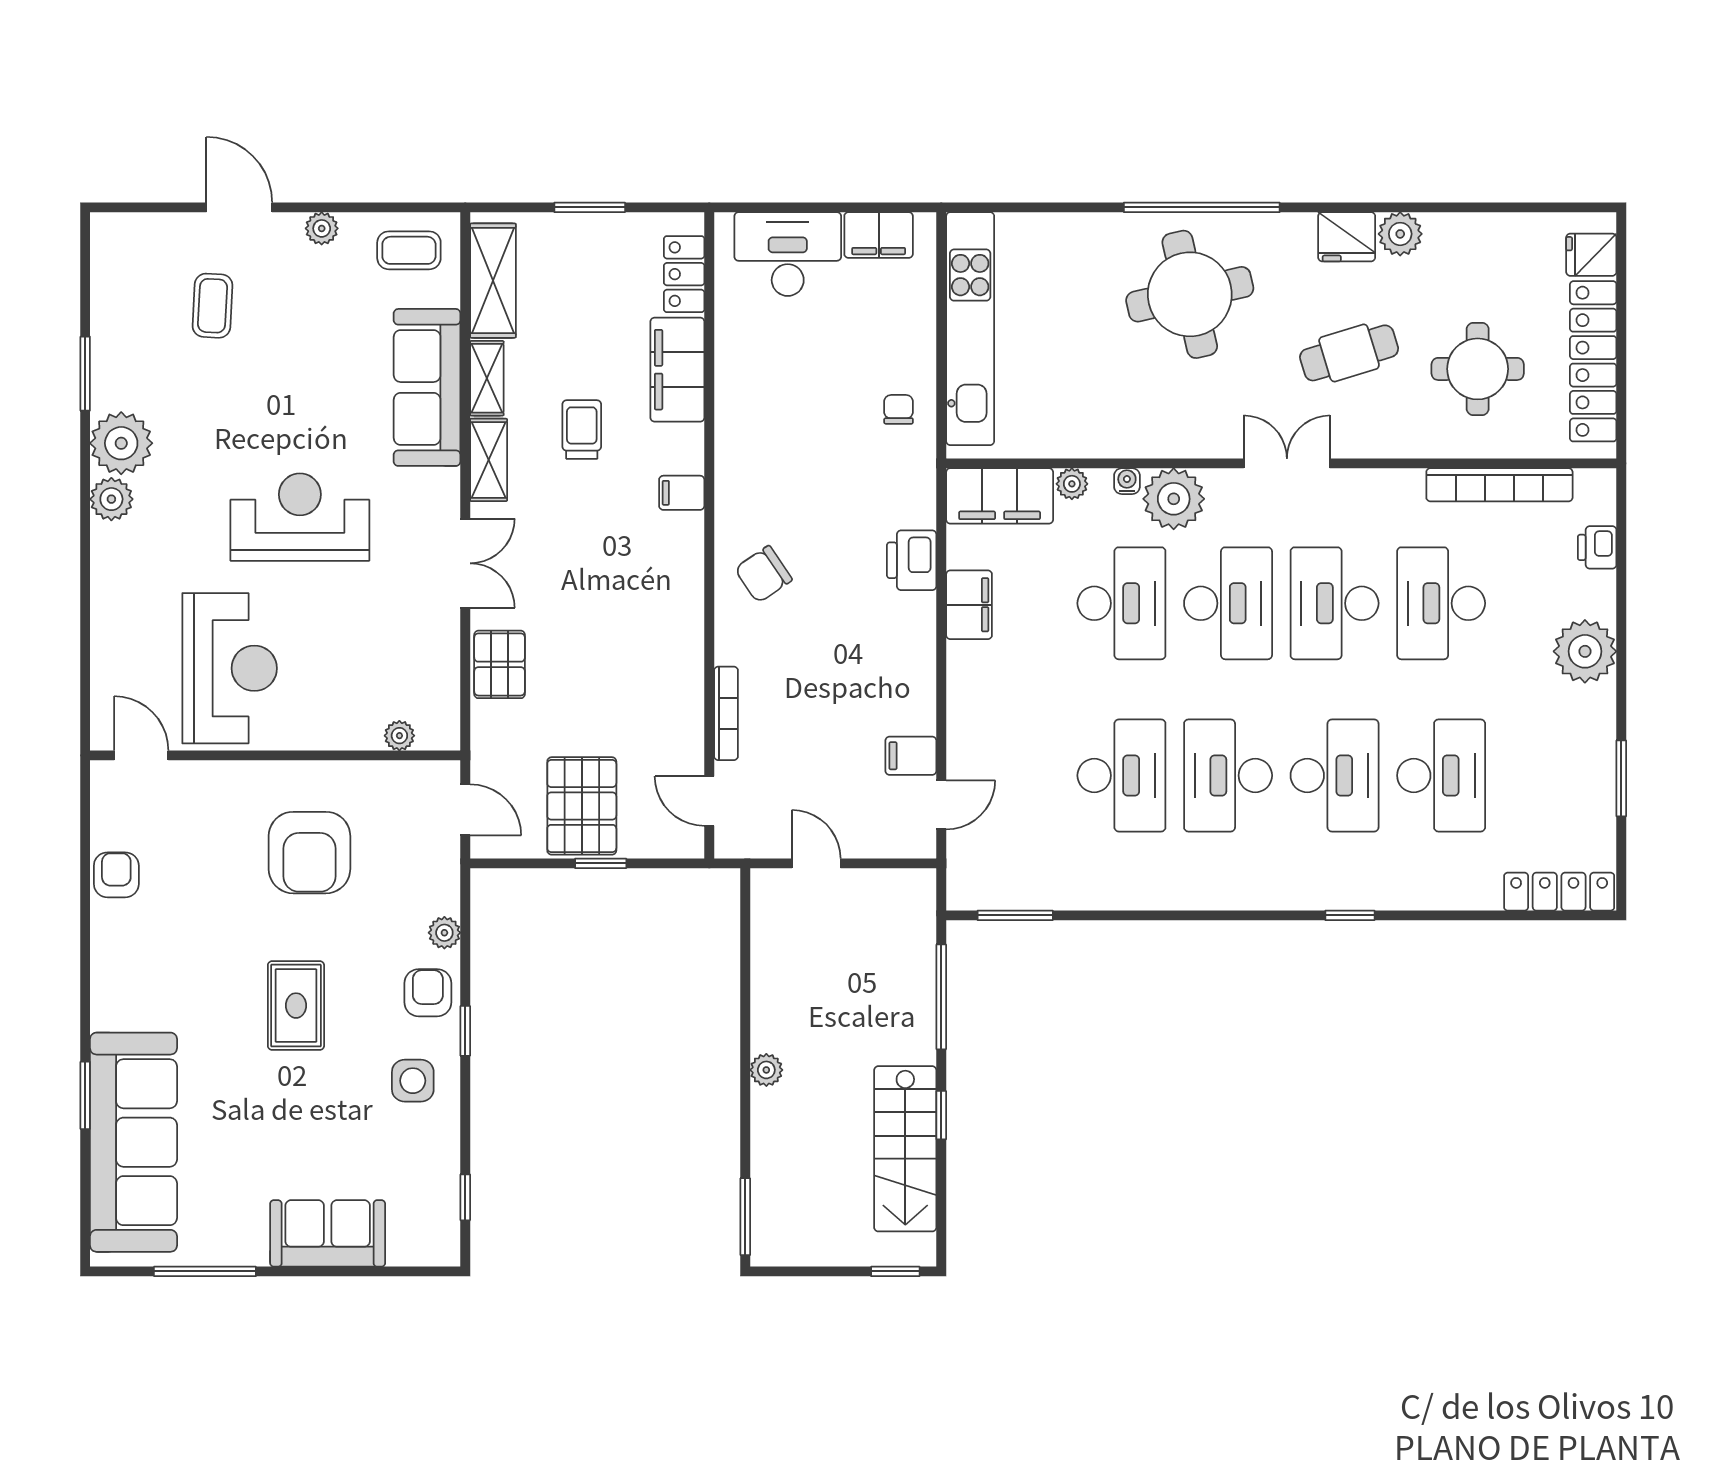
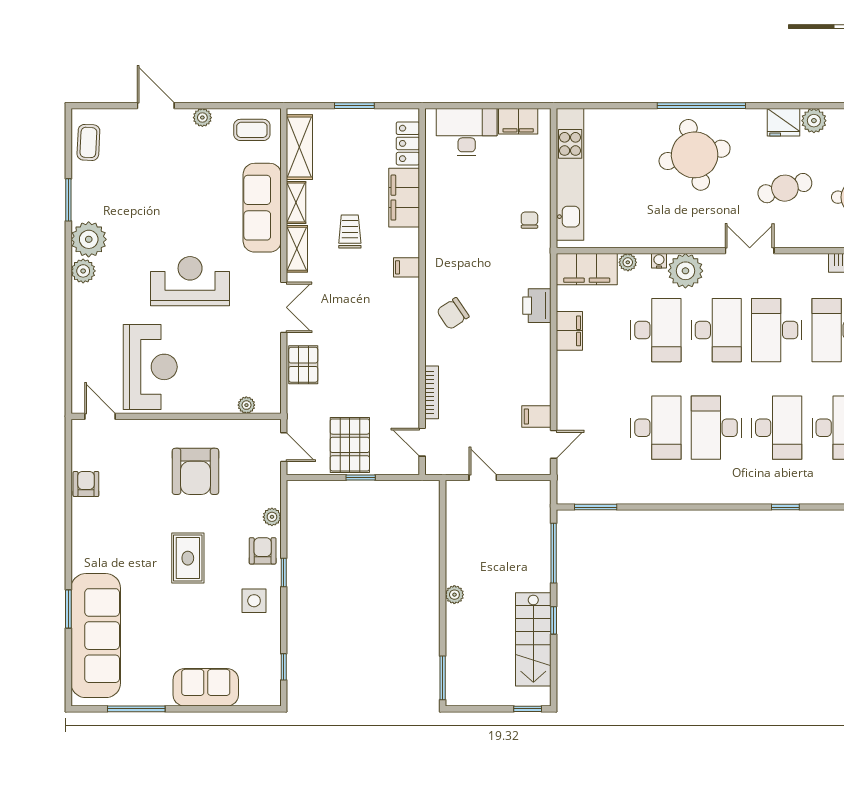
coffee table: (212, 306) -> (88, 142), moved

